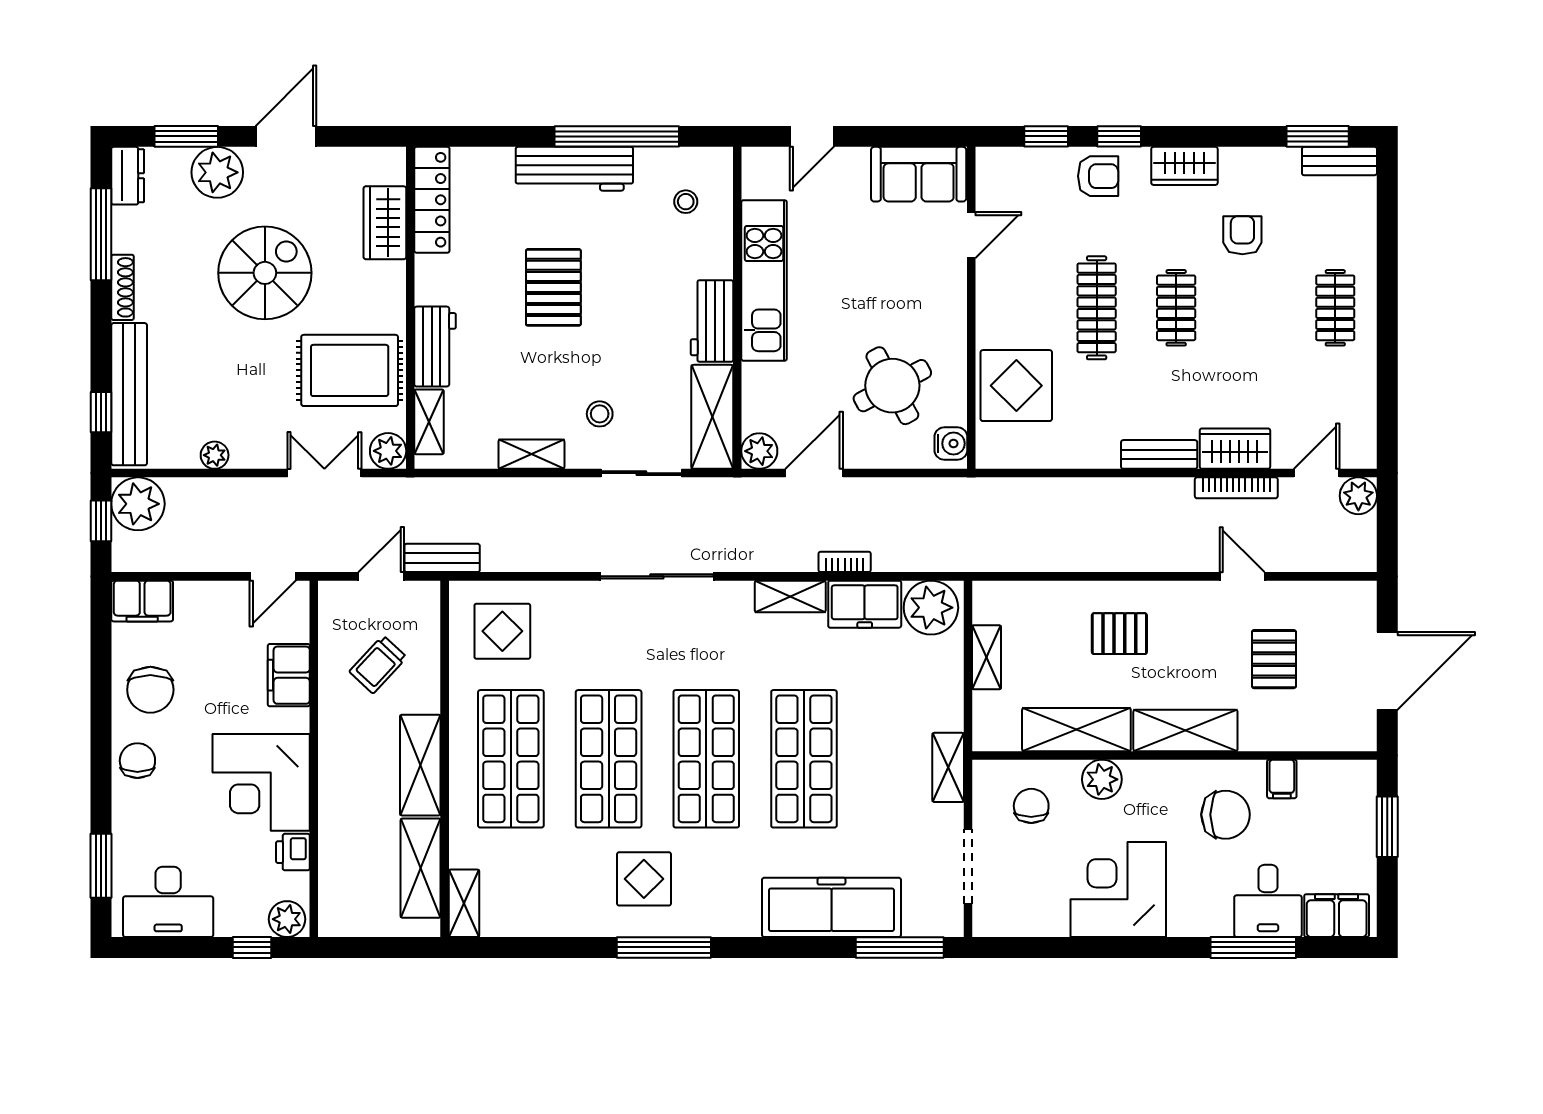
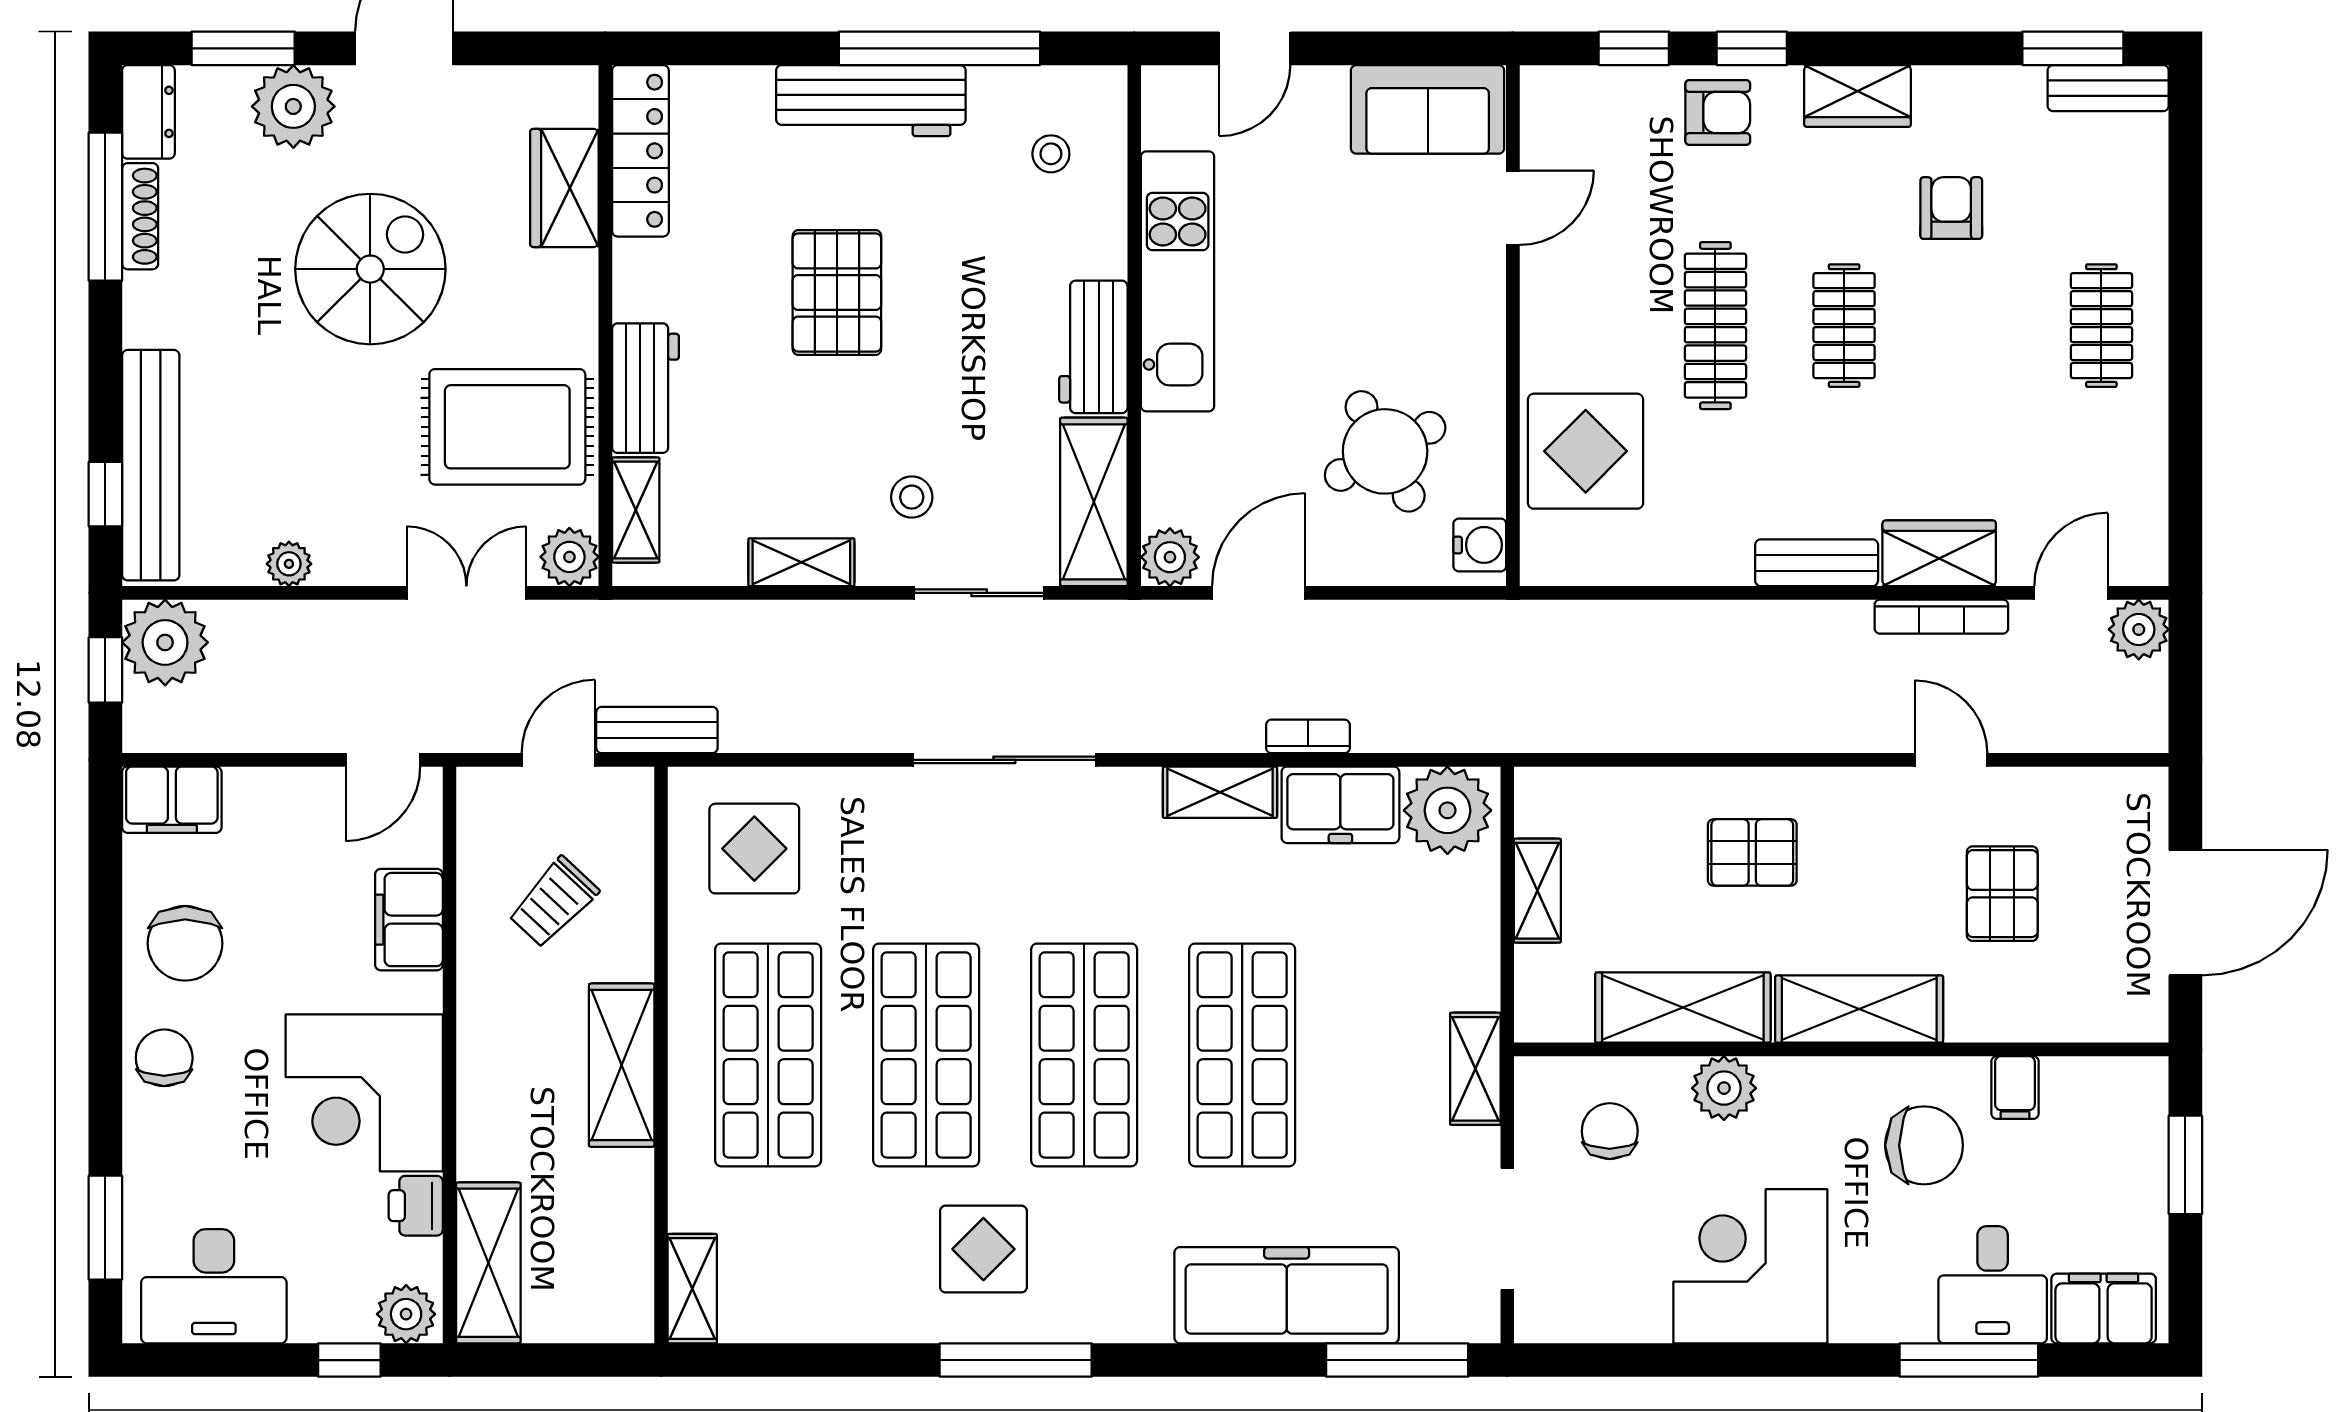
shoe rack: (123, 287) -> (140, 216), moved
shelving: (421, 868) -> (488, 1263), moved

